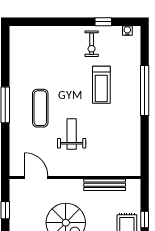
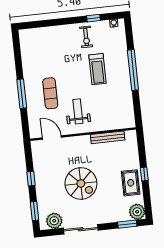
door: (36, 178) -> (52, 138), moved
wall: (75, 178) -> (83, 134), moved
bench: (105, 185) -> (108, 137), moved

